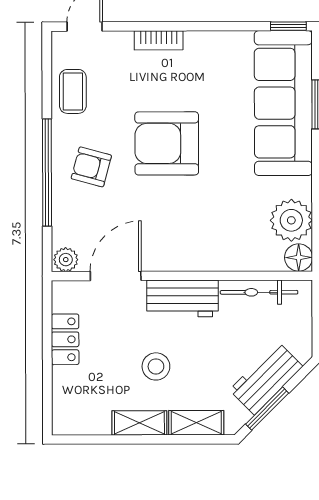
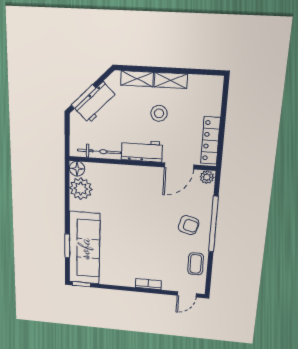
armchair: (167, 143) -> (147, 234), removed
locker: (65, 339) -> (210, 141), width x1.53
window: (267, 409) -> (83, 97), moved

